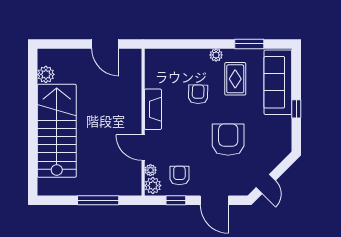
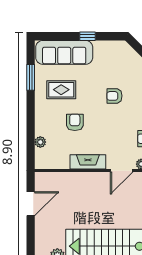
plant: (216, 55) -> (40, 142), moved
armchair: (198, 94) -> (75, 122), turned 89
armchair: (228, 140) -> (114, 96), width x0.53, depth x0.53

